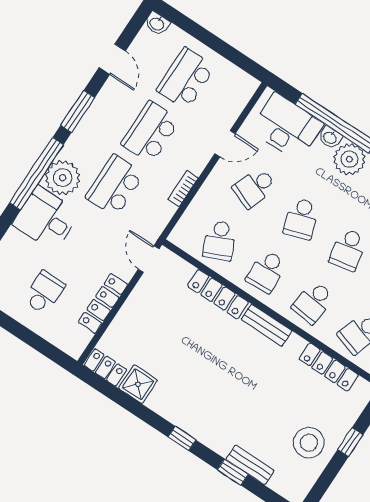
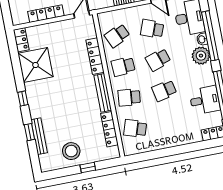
bench: (267, 325) -> (103, 93), width x1.36
shower: (138, 384) -> (35, 65), width x1.86, depth x1.86
bench: (250, 465) -> (39, 136), width x1.36

